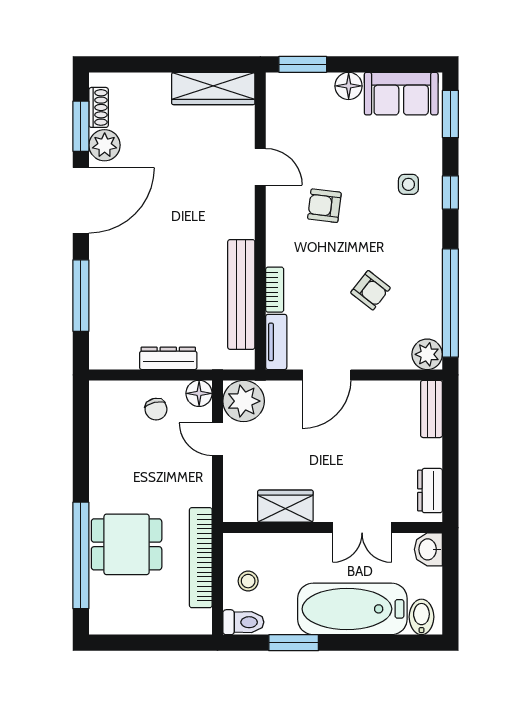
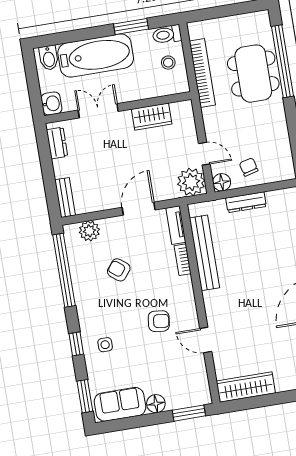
plant: (427, 354) -> (89, 231), moved
dining table: (127, 544) -> (253, 74), width x1.38

